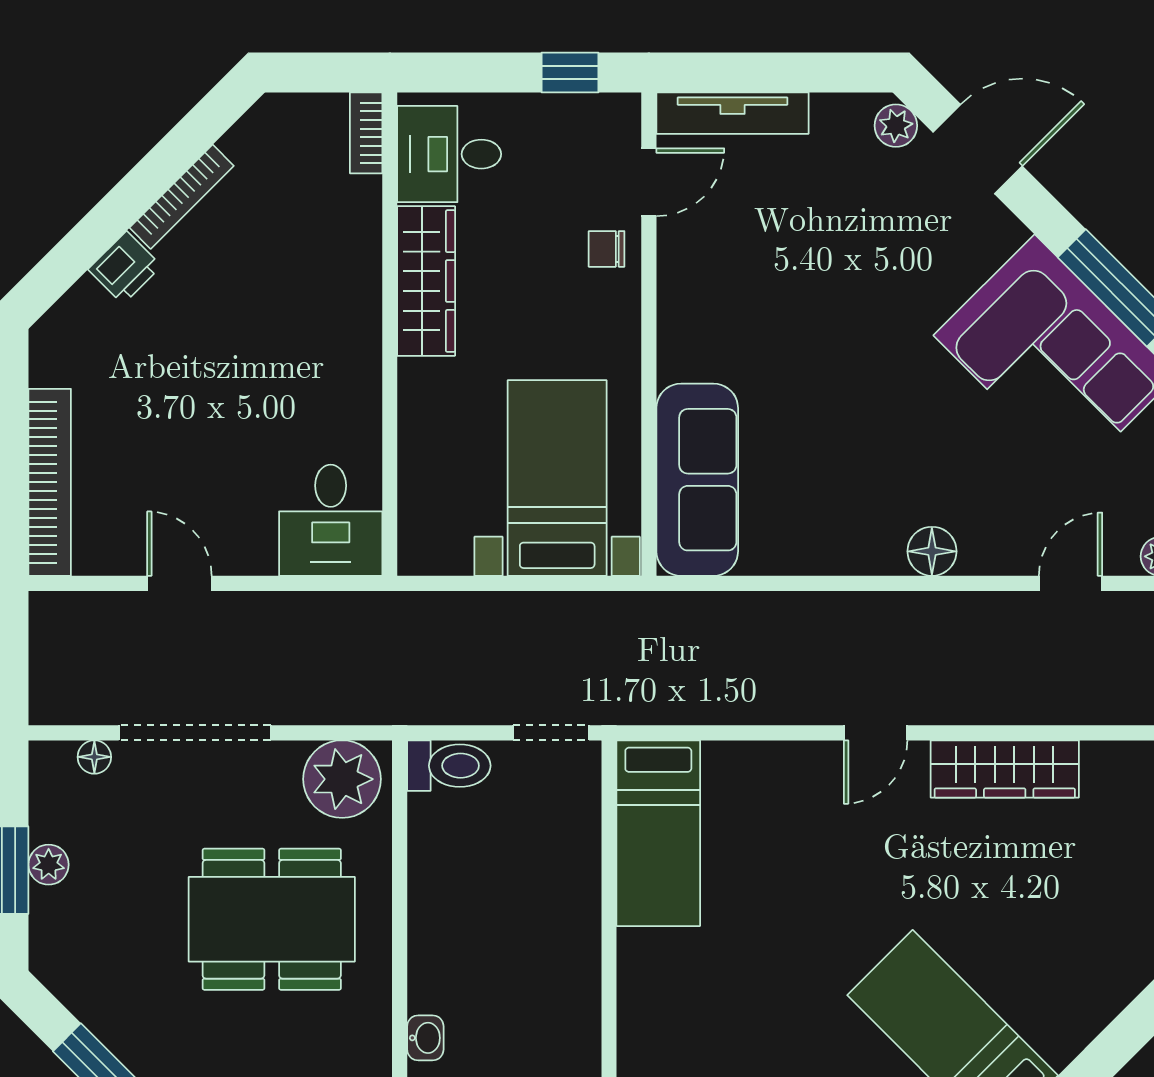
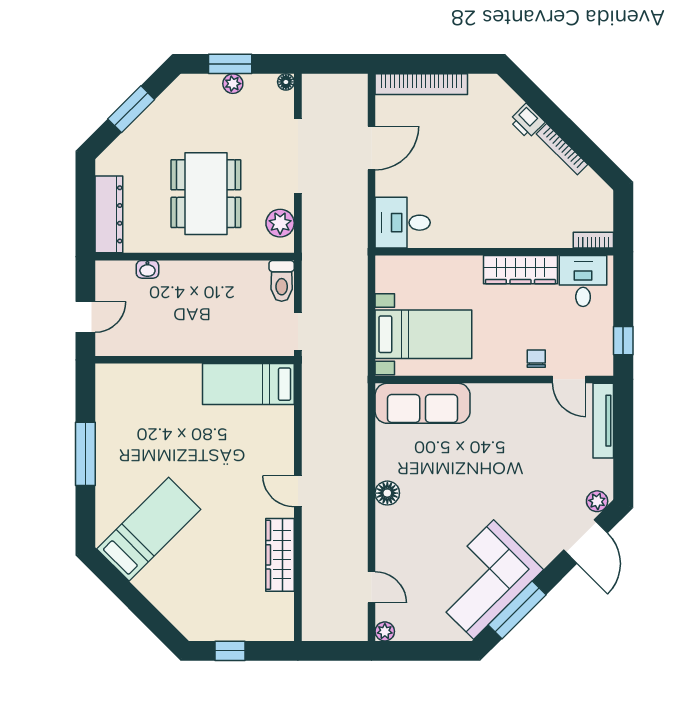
floor lamp: (932, 551) -> (387, 493), moved
door: (179, 583) -> (371, 148), width x1.38
floor lamp: (94, 757) -> (286, 82), moved
plant: (342, 779) -> (280, 223), width x0.73, depth x0.73

